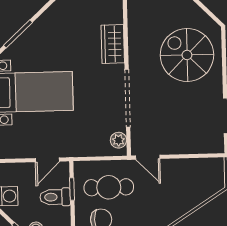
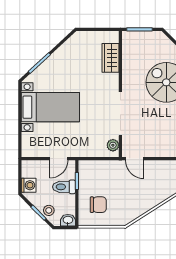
wardrobe: (113, 44) -> (111, 58), moved
cafe table: (109, 187) -> (105, 181), removed

